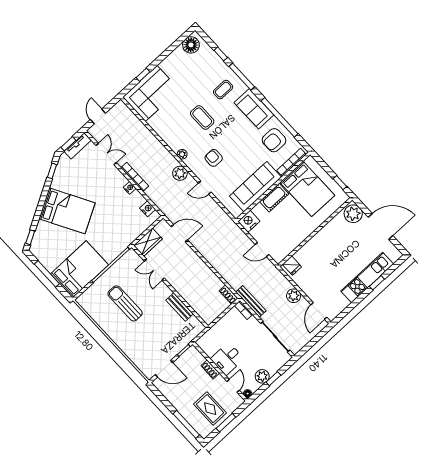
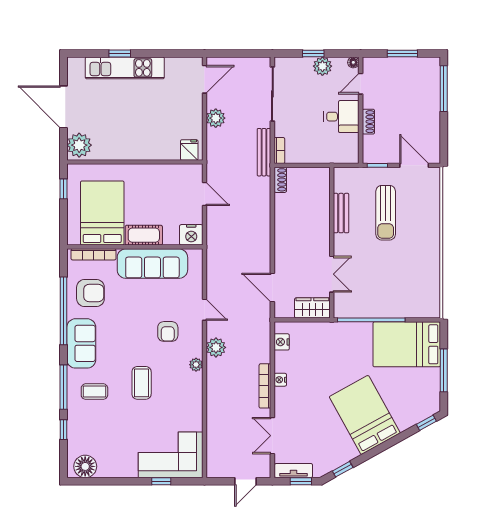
sun lounger: (125, 303) -> (386, 213), moved
rug: (210, 409) -> (405, 82), removed

